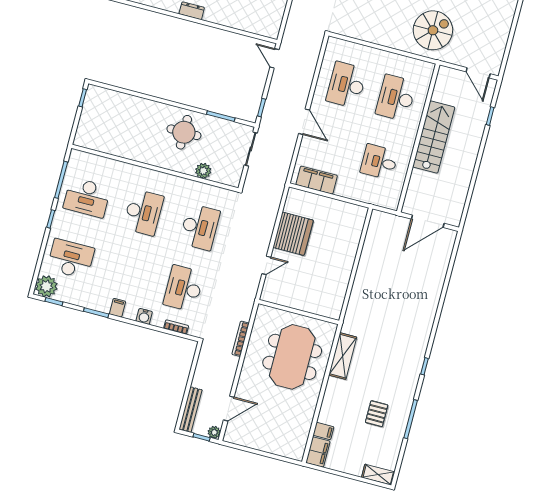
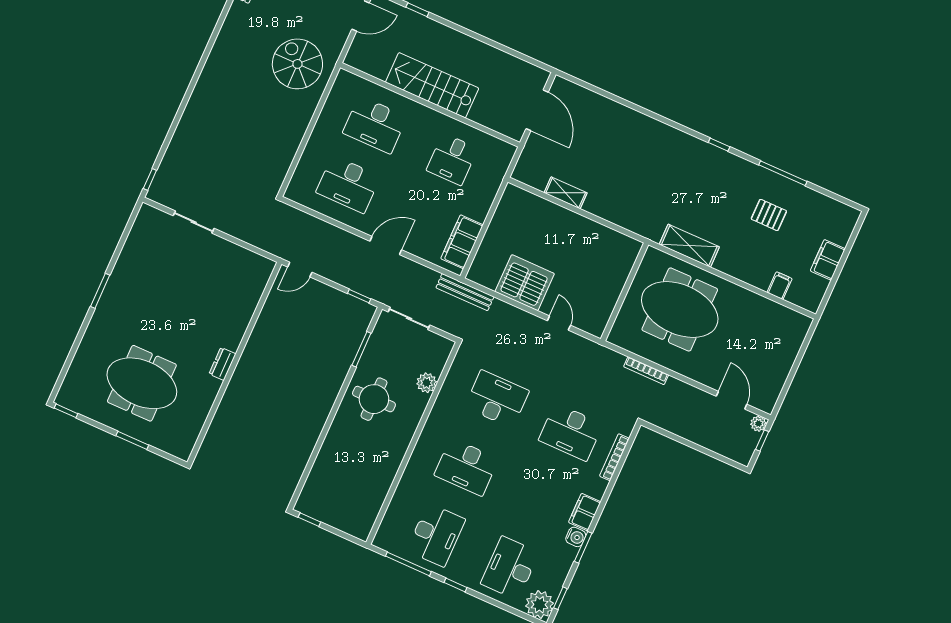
desk: (143, 212) -> (466, 467), turned 180
filing cabinet: (117, 308) -> (585, 512), width x2.00
water cooler: (144, 316) -> (576, 537), moved
bookcase: (176, 327) -> (614, 457), width x1.56
bench: (191, 410) -> (465, 292), moved
filing cabinet: (318, 452) -> (828, 260), moved, turned -90
shelving: (378, 475) -> (566, 193), moved, turned 90

